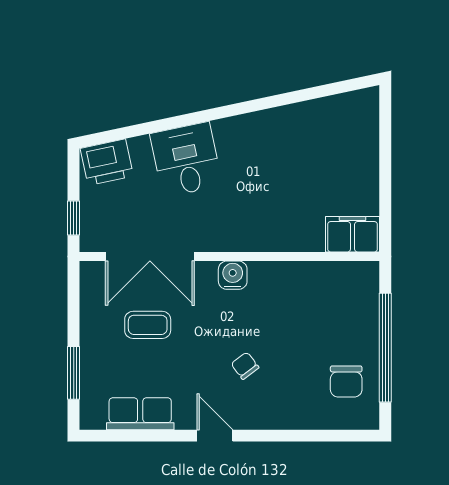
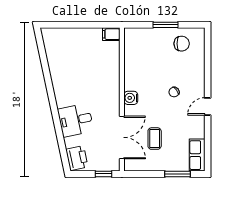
filing cabinet: (353, 234) -> (111, 34), width x0.50
window: (385, 348) -> (165, 25), width x0.47
row of seats: (140, 414) -> (197, 155), moved

